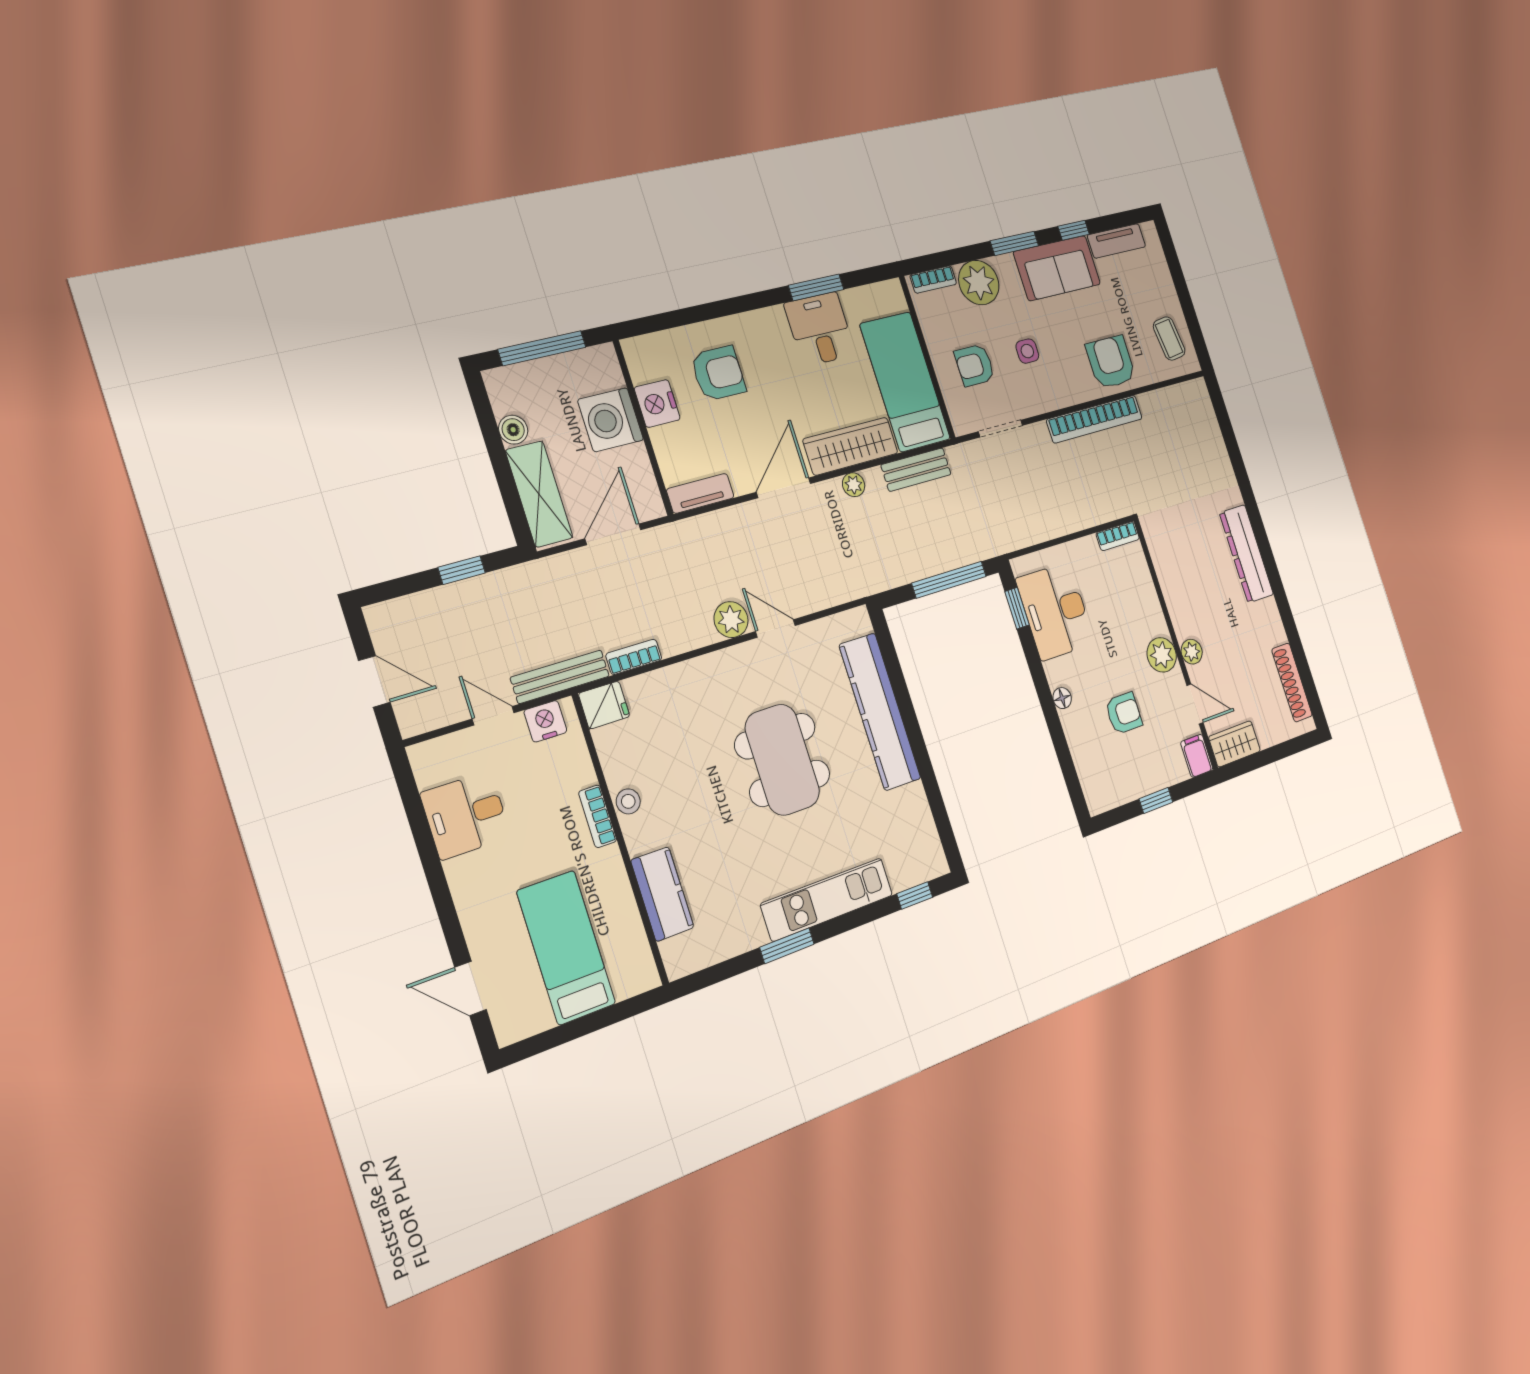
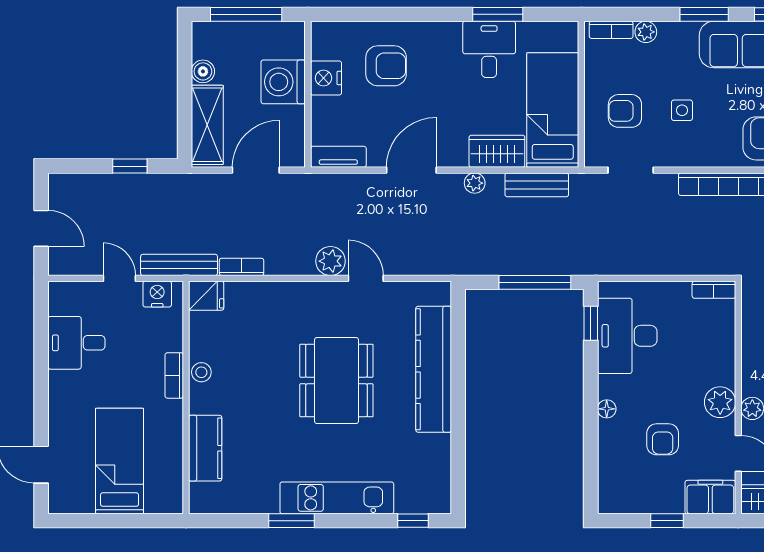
plant: (979, 283) -> (646, 32), width x0.53, depth x0.53
wardrobe: (851, 446) -> (497, 151), width x0.67
armchair: (1124, 713) -> (663, 439), turned 90
filing cabinet: (1197, 756) -> (710, 497), width x2.00

